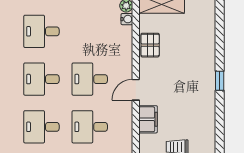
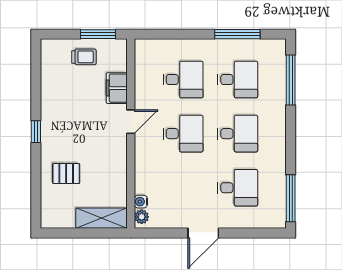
pallet: (150, 45) -> (66, 174), moved, turned 90

